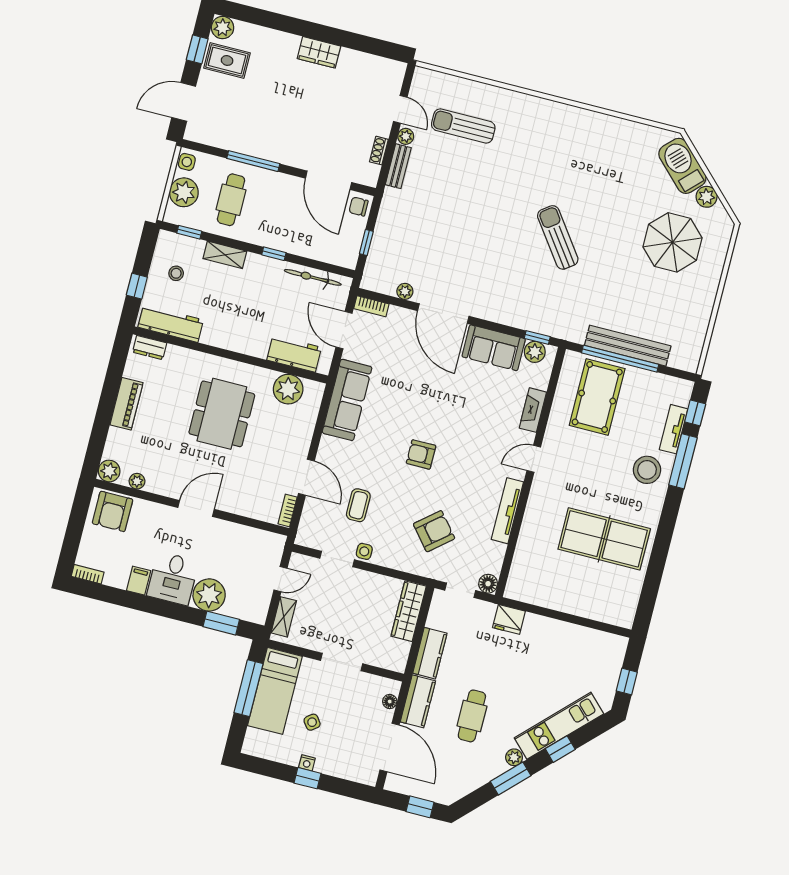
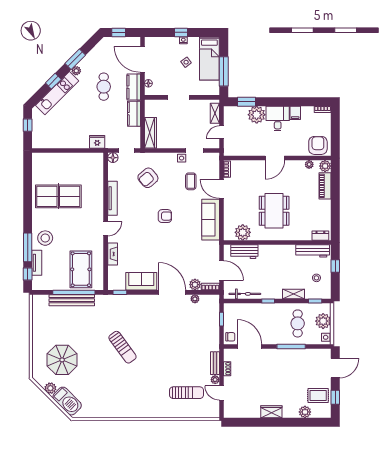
plant: (223, 28) -> (305, 412), moved
plant: (535, 352) -> (195, 285), moved
sofa: (347, 400) -> (211, 220), moved
piano: (126, 404) -> (325, 186), moved
bed: (275, 691) -> (209, 58), moved, turned 180

